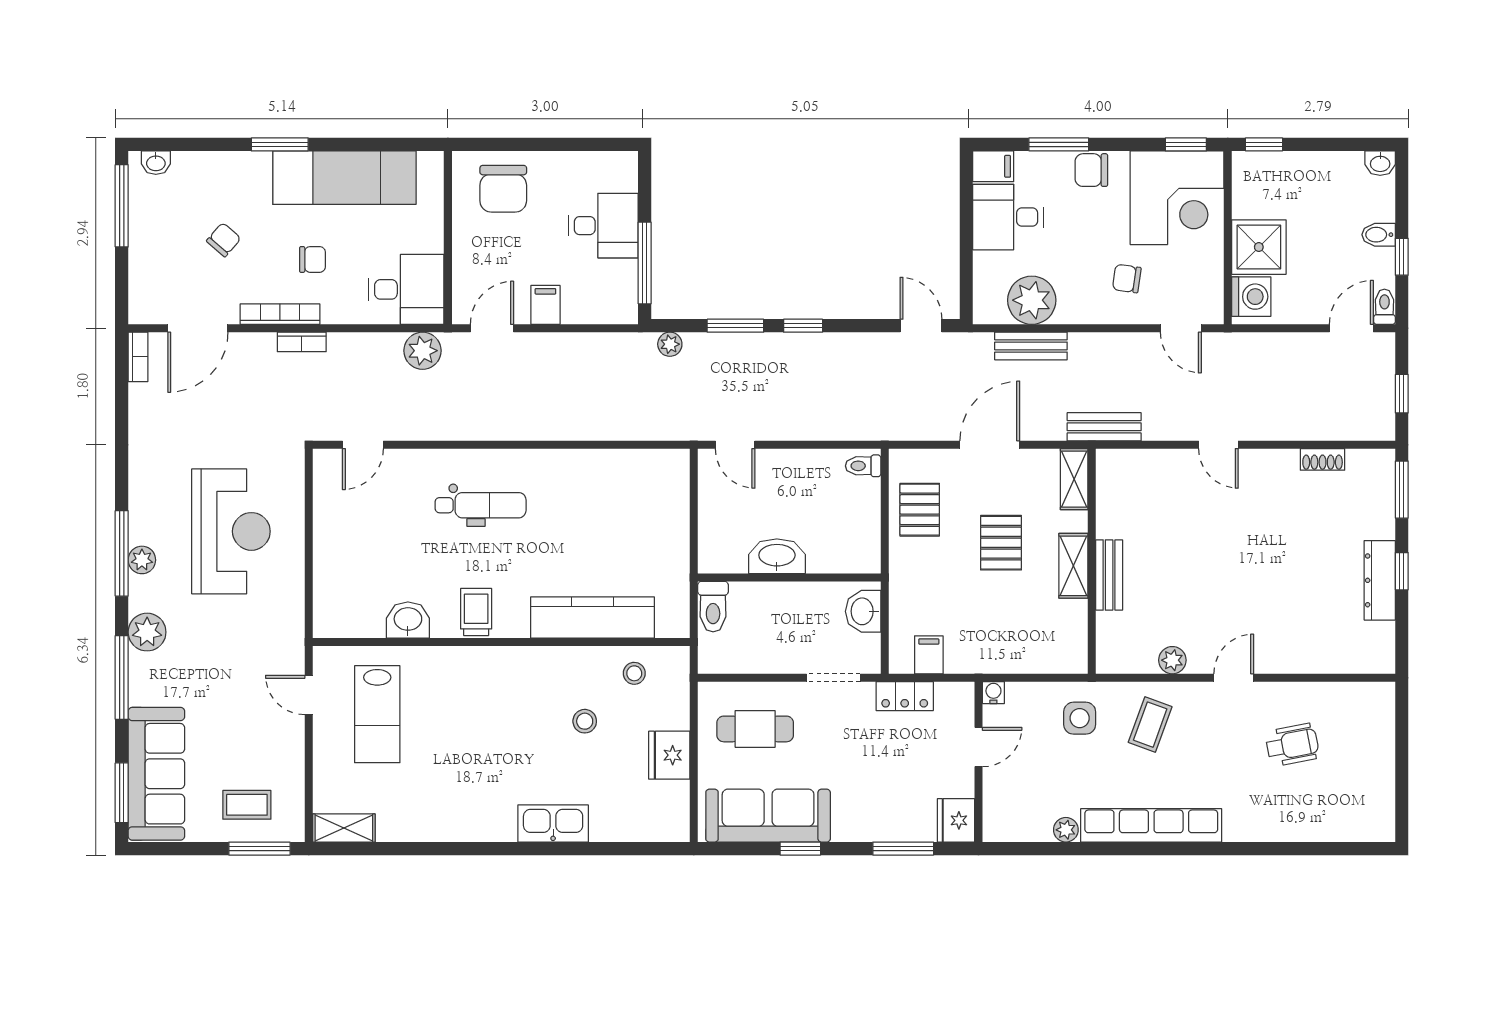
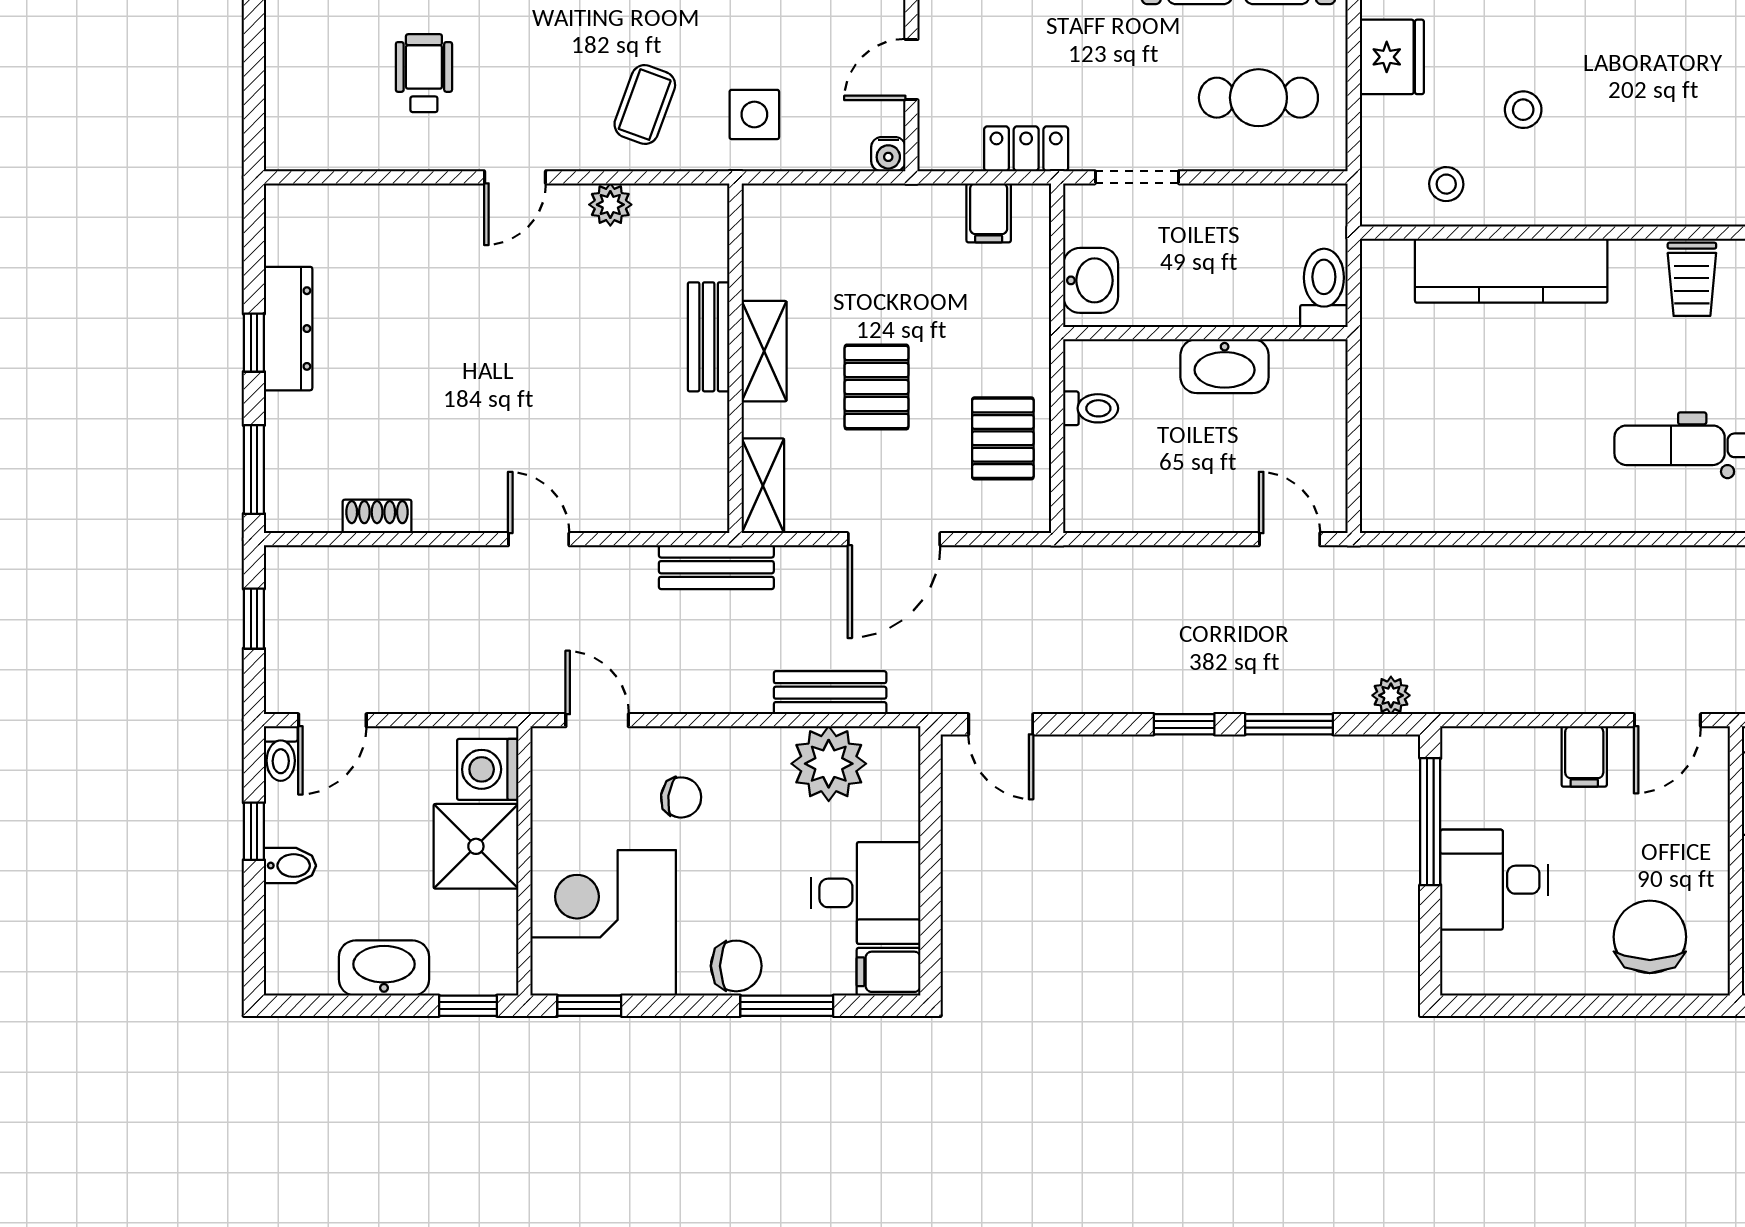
washbasin: (1380, 163) -> (384, 968), moved, width x1.91, depth x1.45
toilet: (863, 466) -> (1091, 408), moved
wheelchair: (1292, 745) -> (424, 73), turned 101

